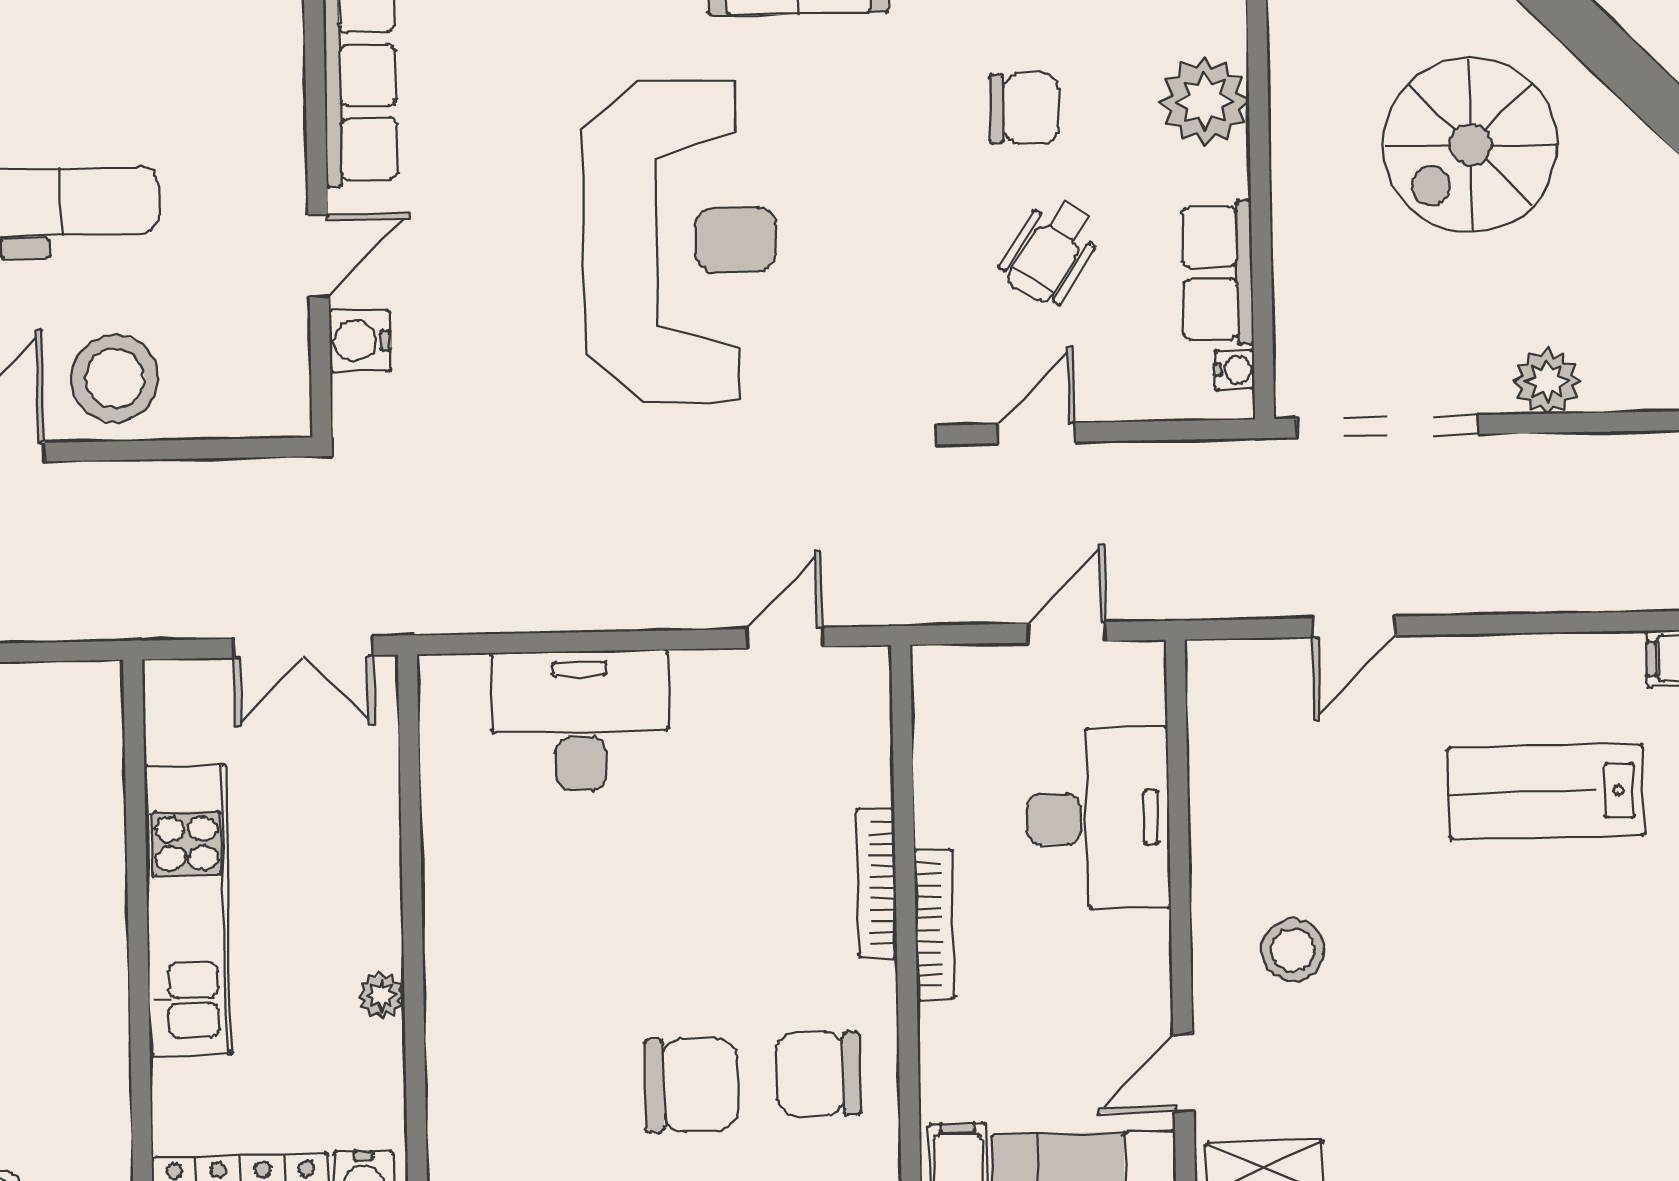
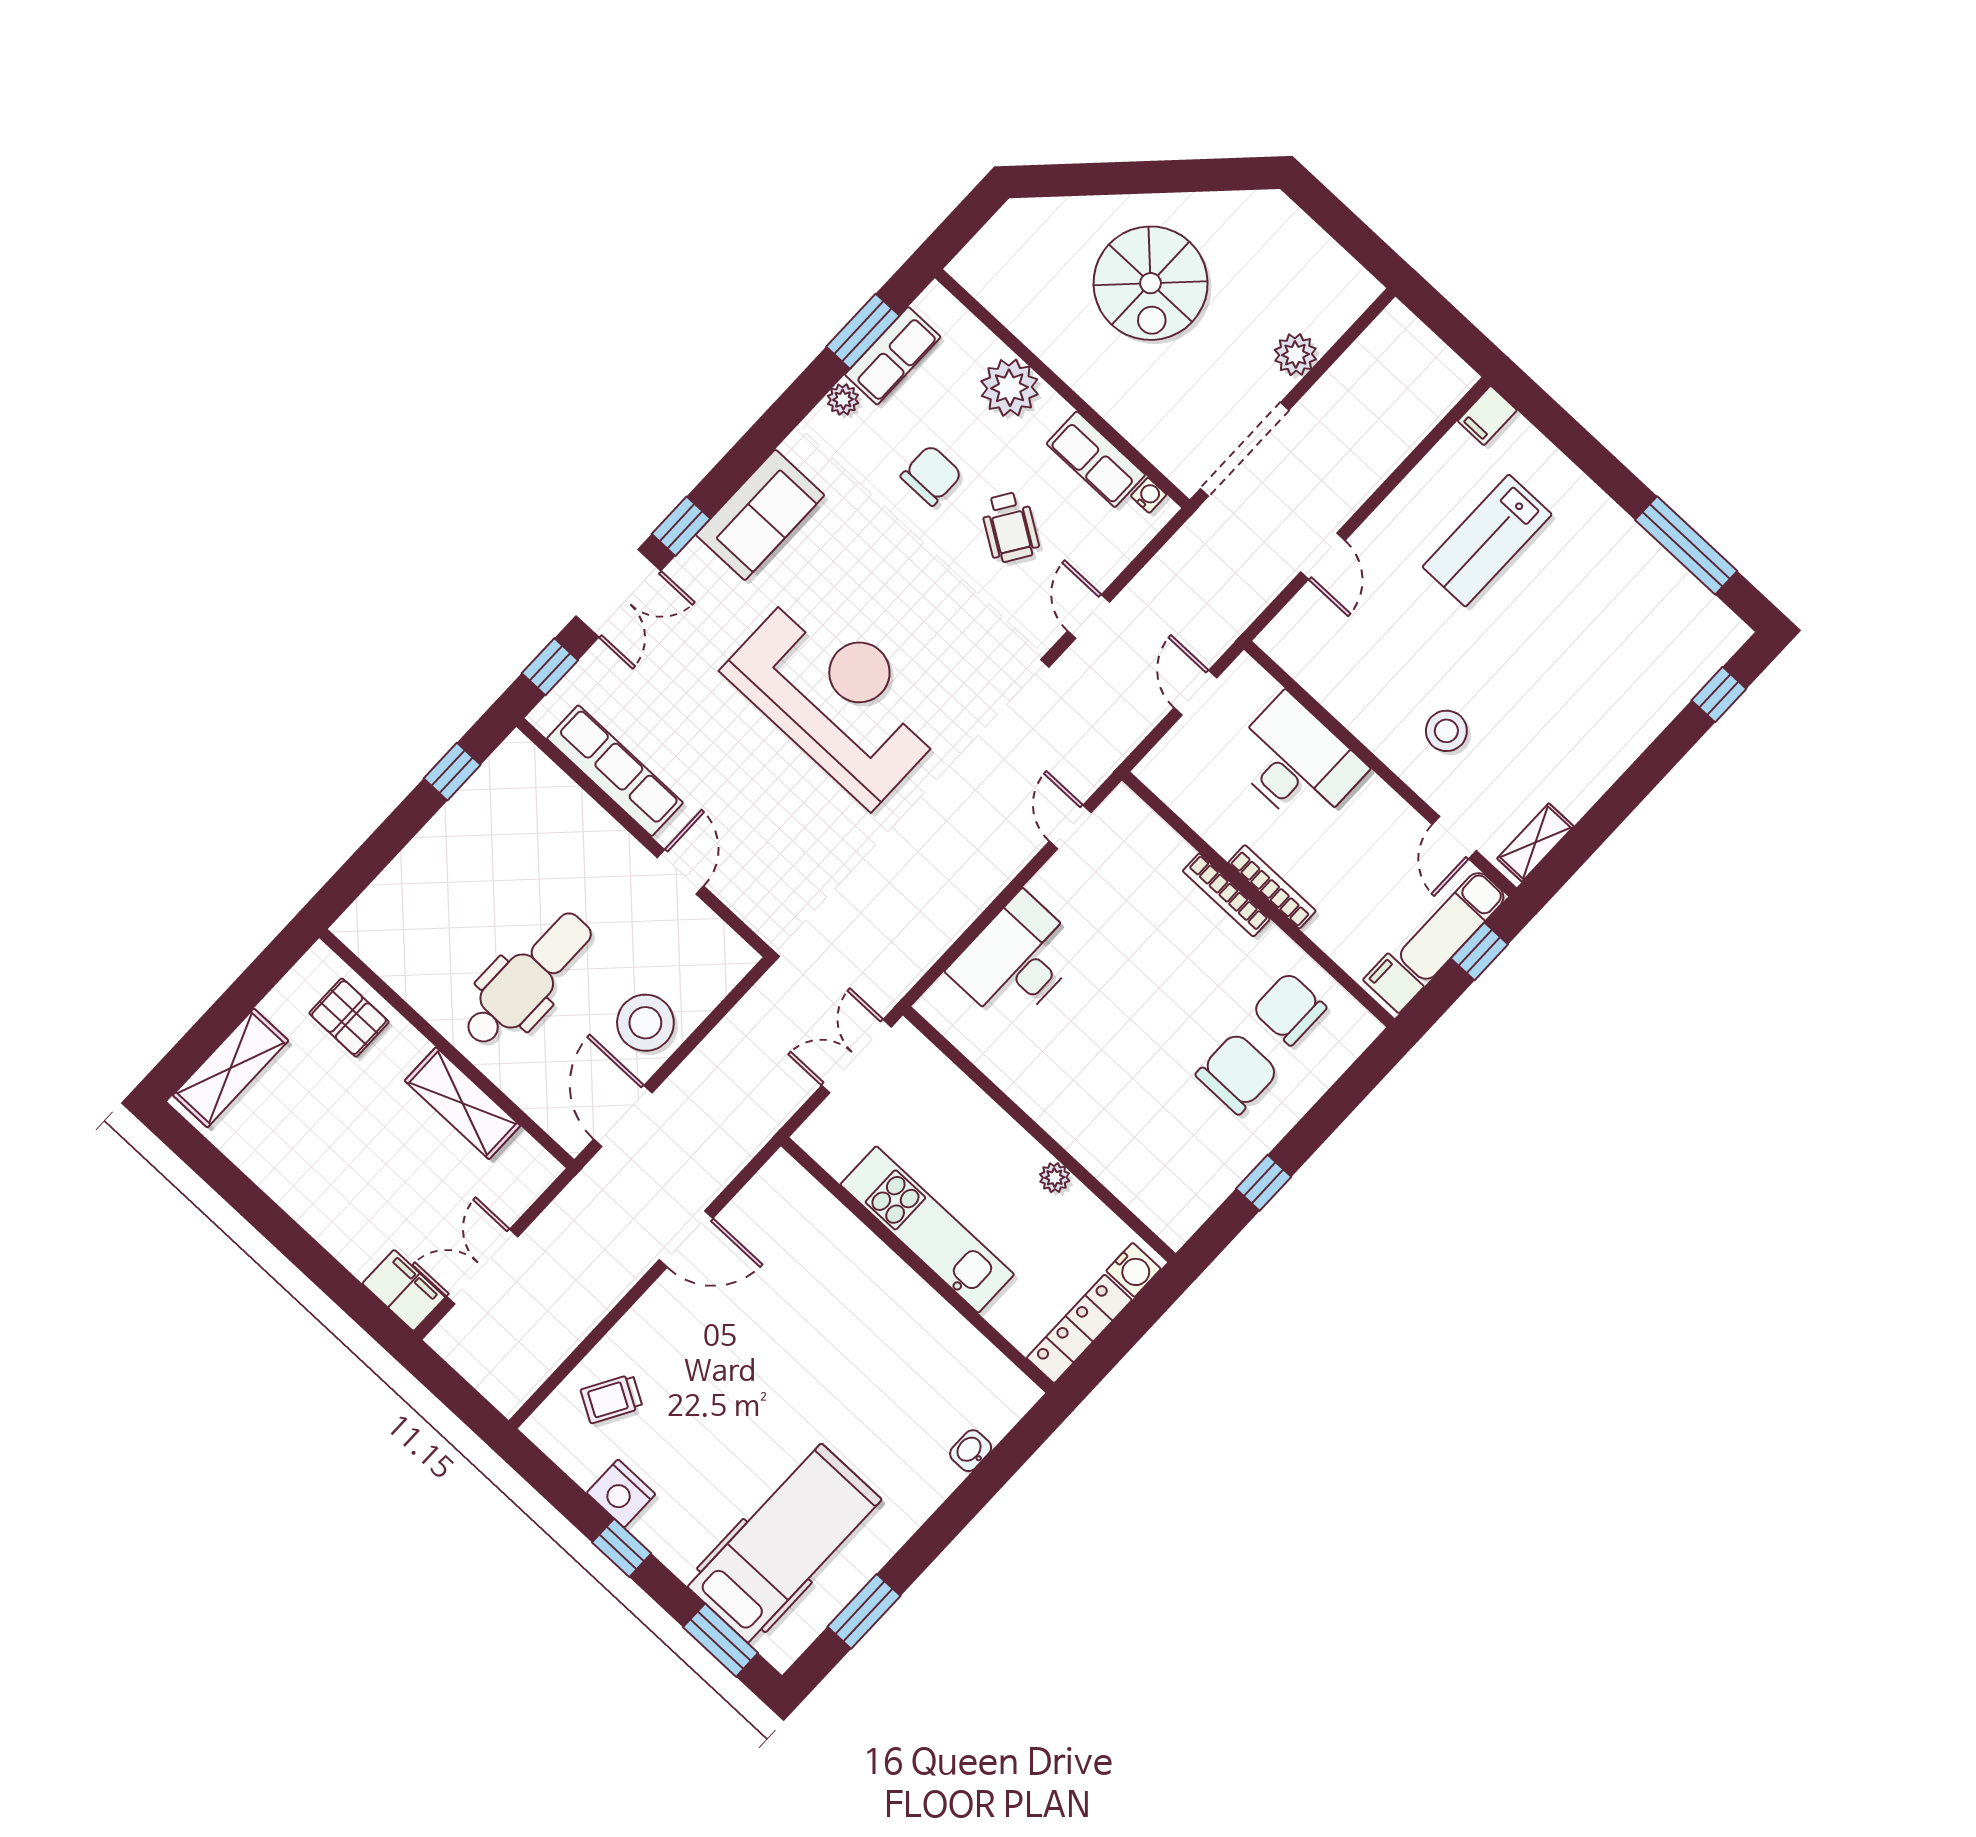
water cooler: (360, 341) -> (739, 891), removed
double door: (303, 647) -> (856, 1056), swing flipped
chair: (818, 1074) -> (1289, 1009), turned 90

